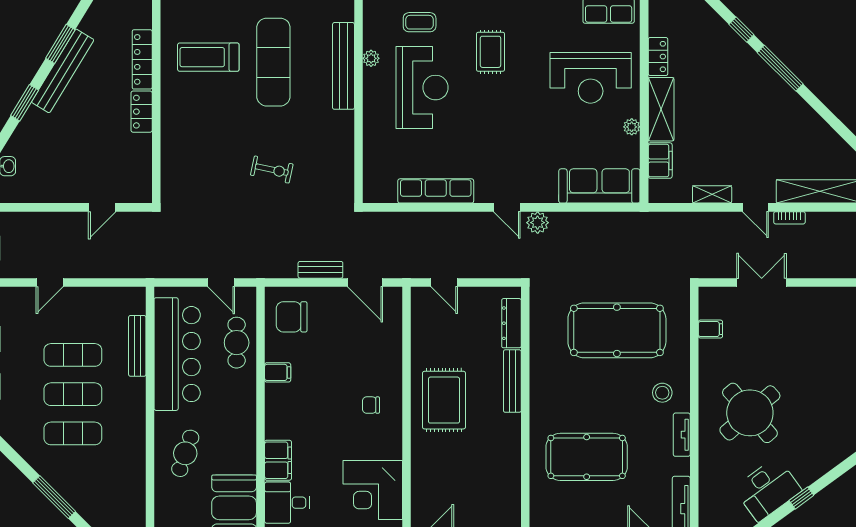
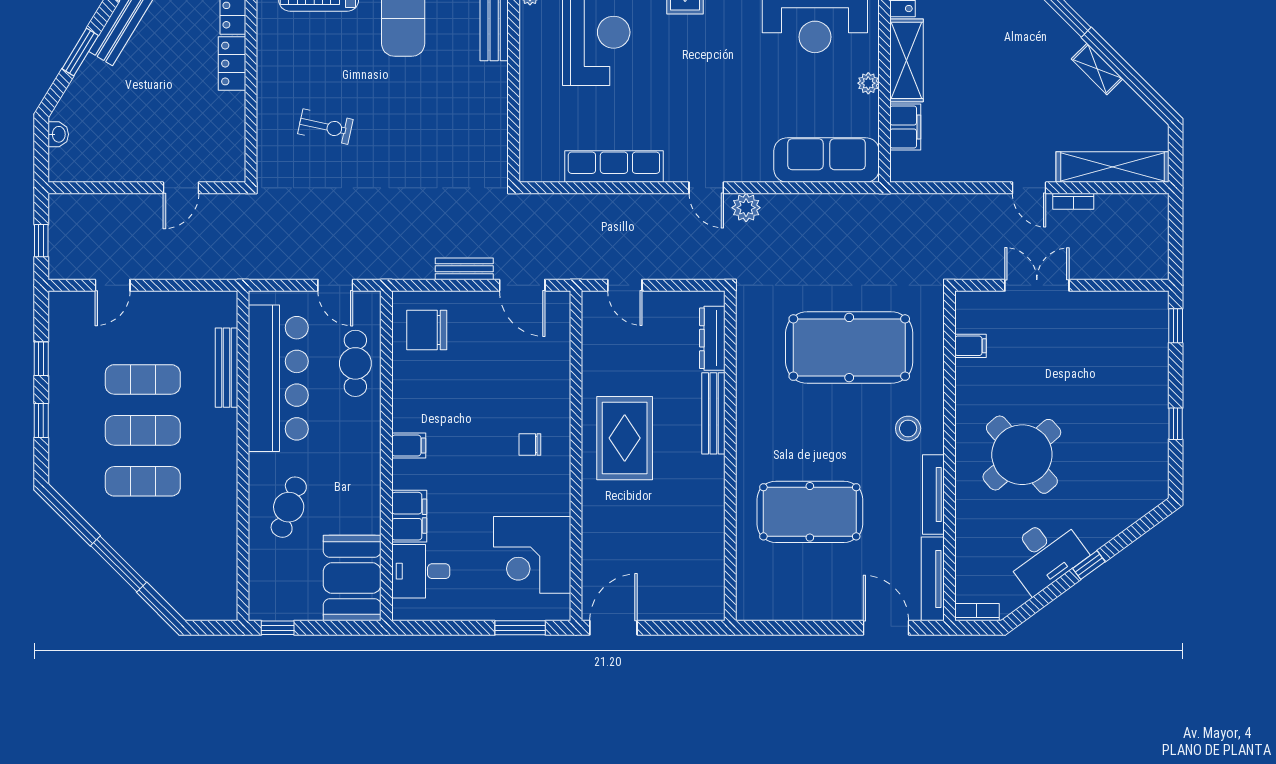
exercise bike: (272, 170) -> (325, 127), moved
shelving: (712, 194) -> (1097, 69), moved, turned 45
filing cabinet: (278, 372) -> (409, 446), moved
tv unit: (682, 435) -> (933, 495), width x1.41

